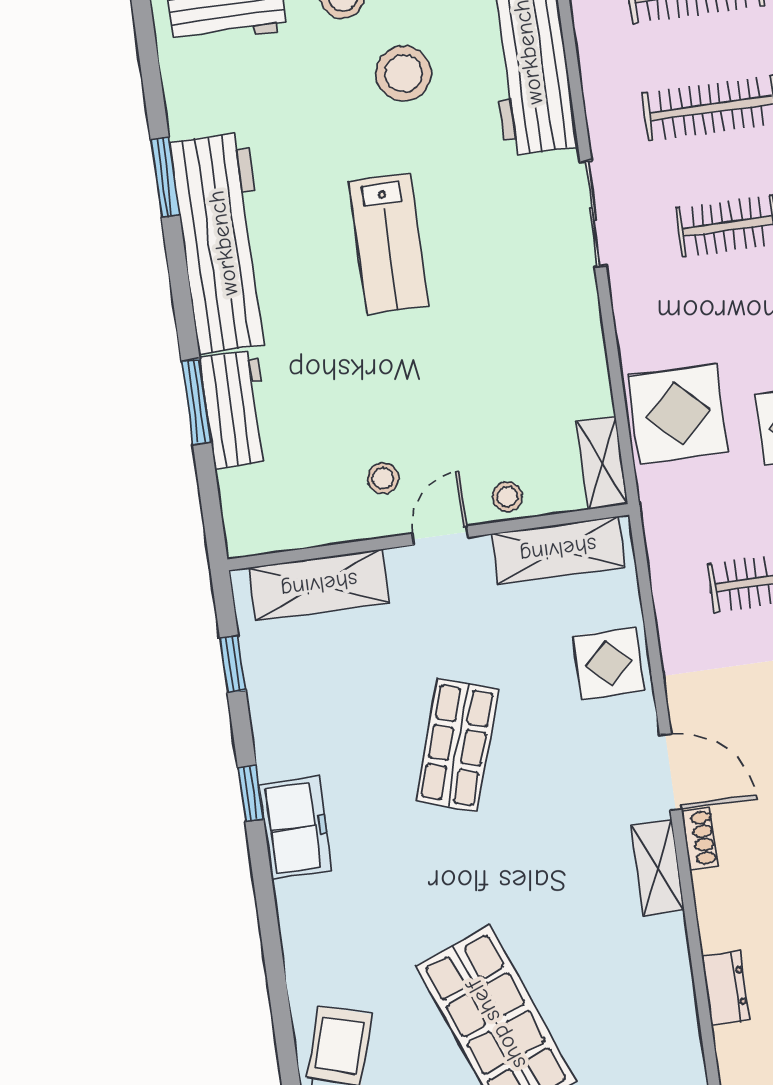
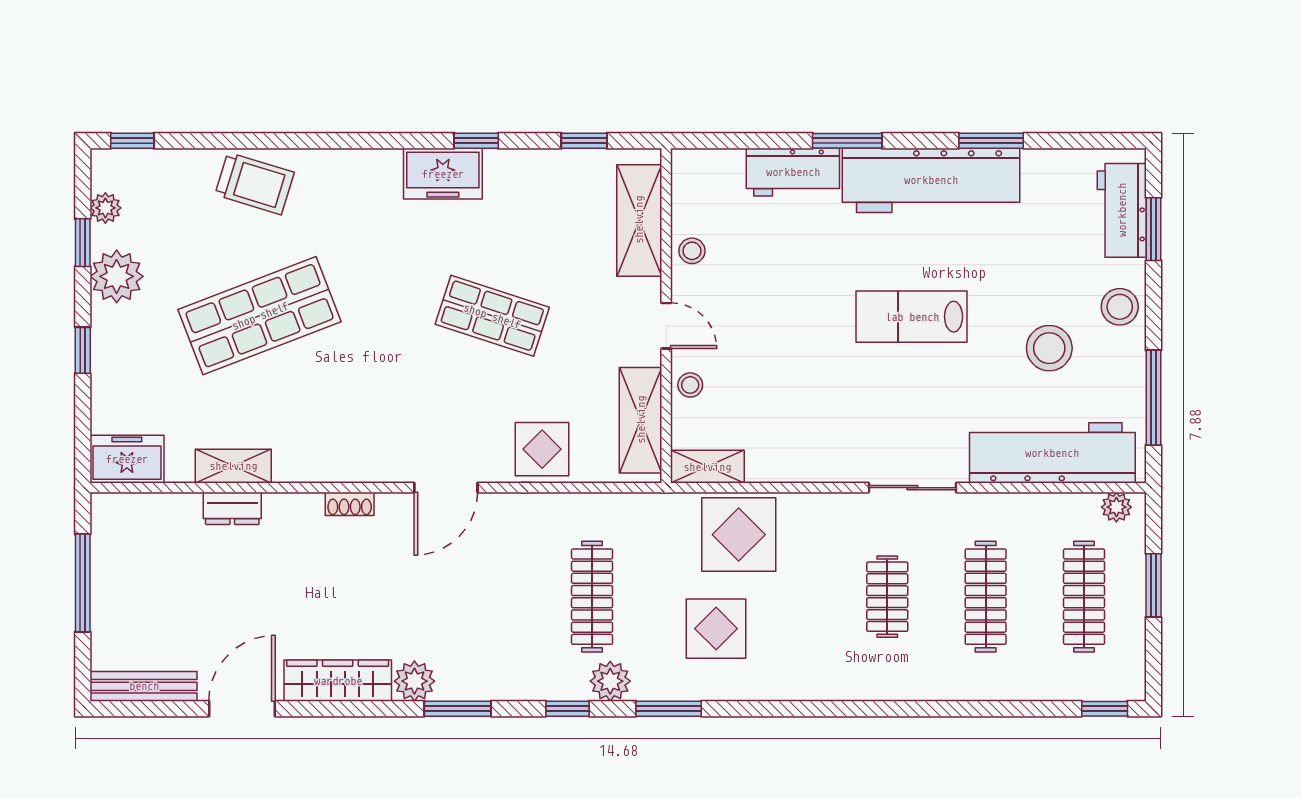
window: (196, 401) -> (847, 141), moved
stool: (383, 478) -> (692, 251), moved
shoe rack: (700, 838) -> (350, 504), moved
shelving: (658, 868) -> (233, 466), moved
dresser: (726, 988) -> (232, 508), moved

